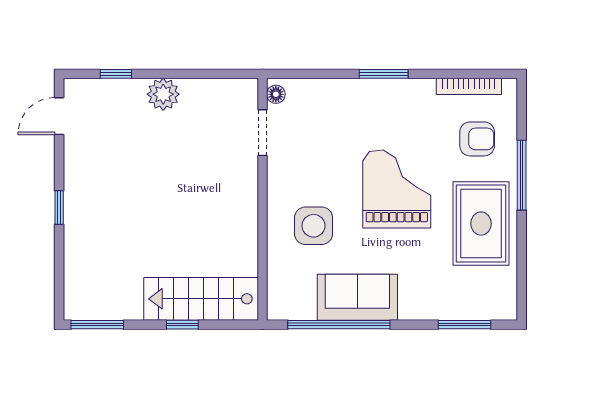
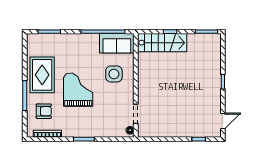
plant: (163, 94) -> (178, 130), removed
armchair: (477, 139) -> (44, 111), turned 180
grand piano: (397, 189) -> (78, 90), turned 180
sofa: (357, 297) -> (117, 43), moved

